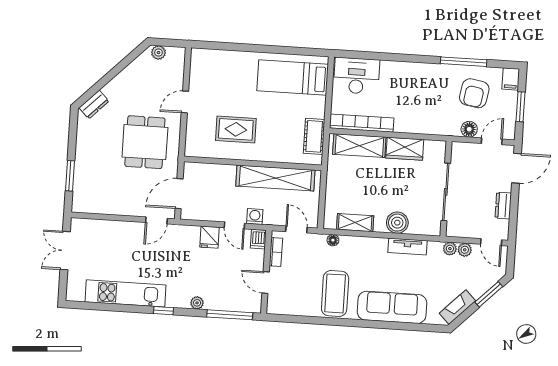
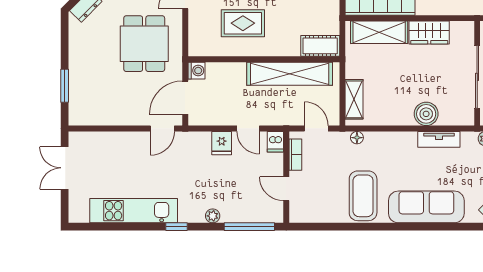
cot: (314, 136) -> (320, 46), moved, turned 90
washing machine: (255, 216) -> (196, 71), moved, turned 90
shelving: (355, 223) -> (354, 99), moved, turned 90

